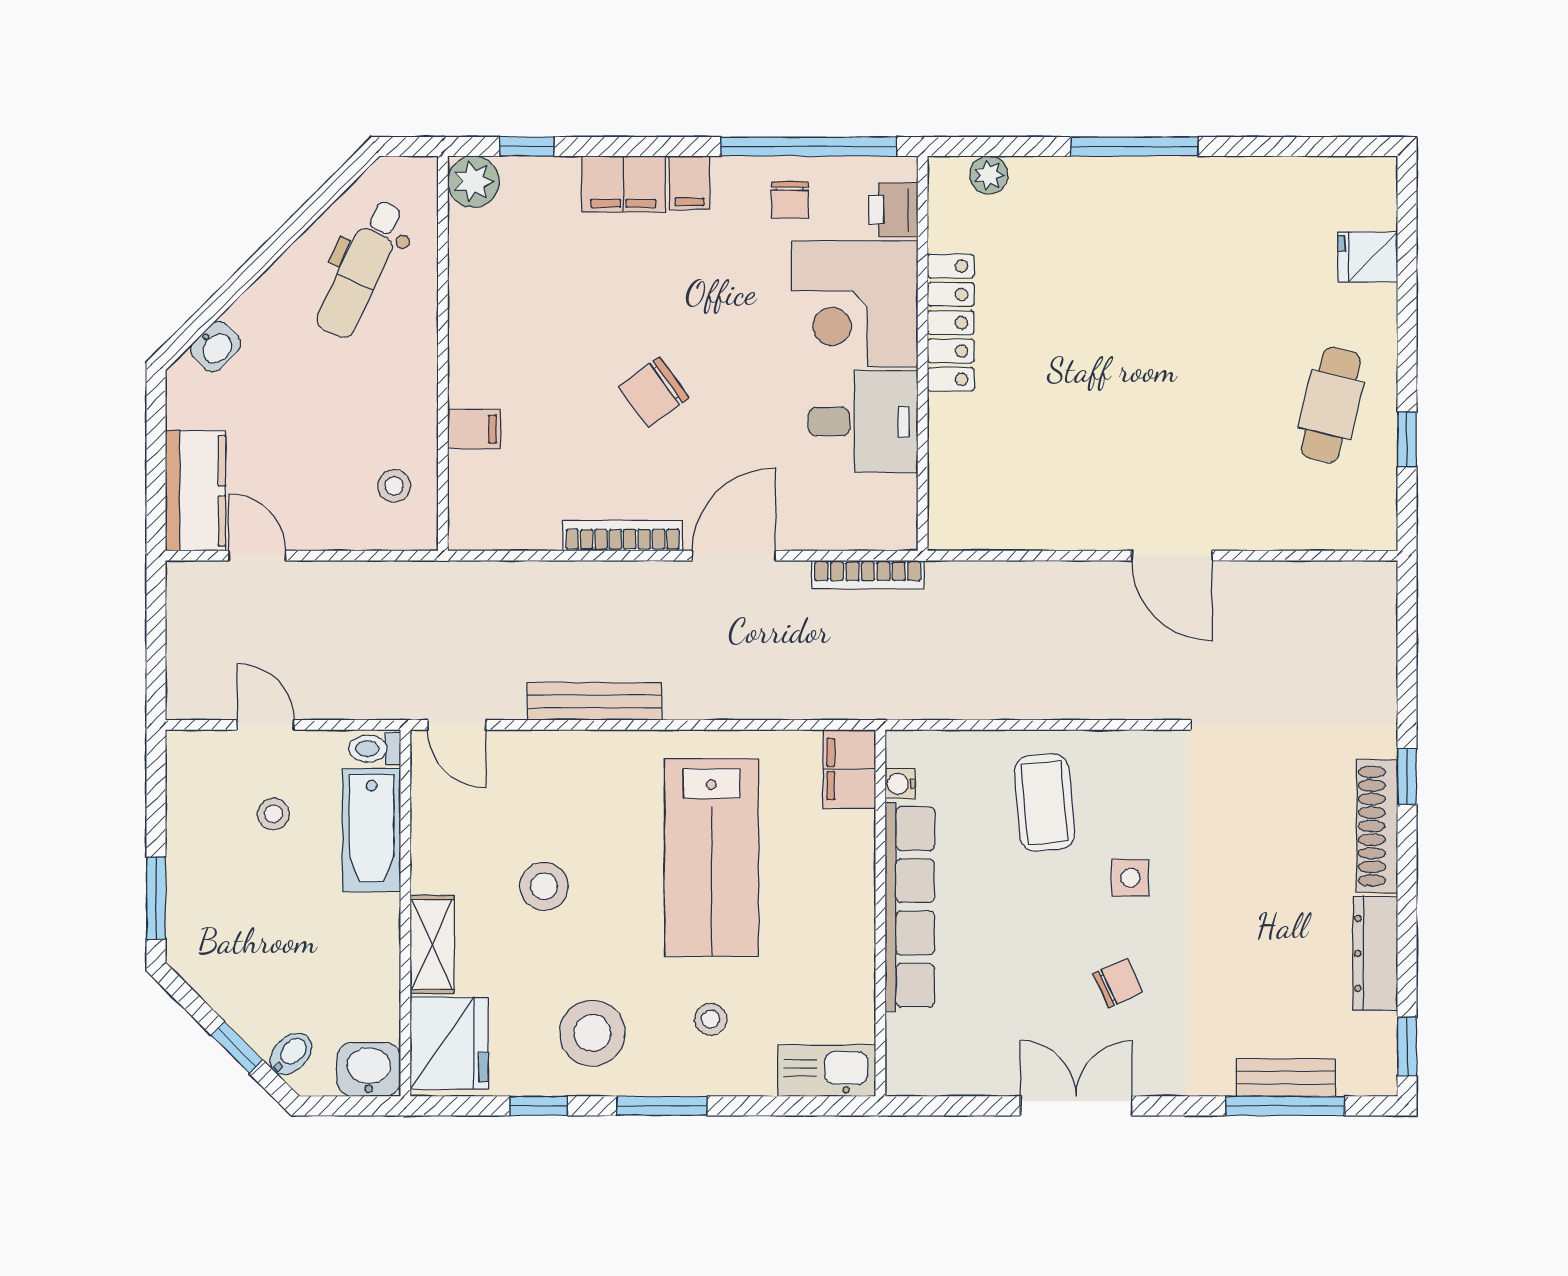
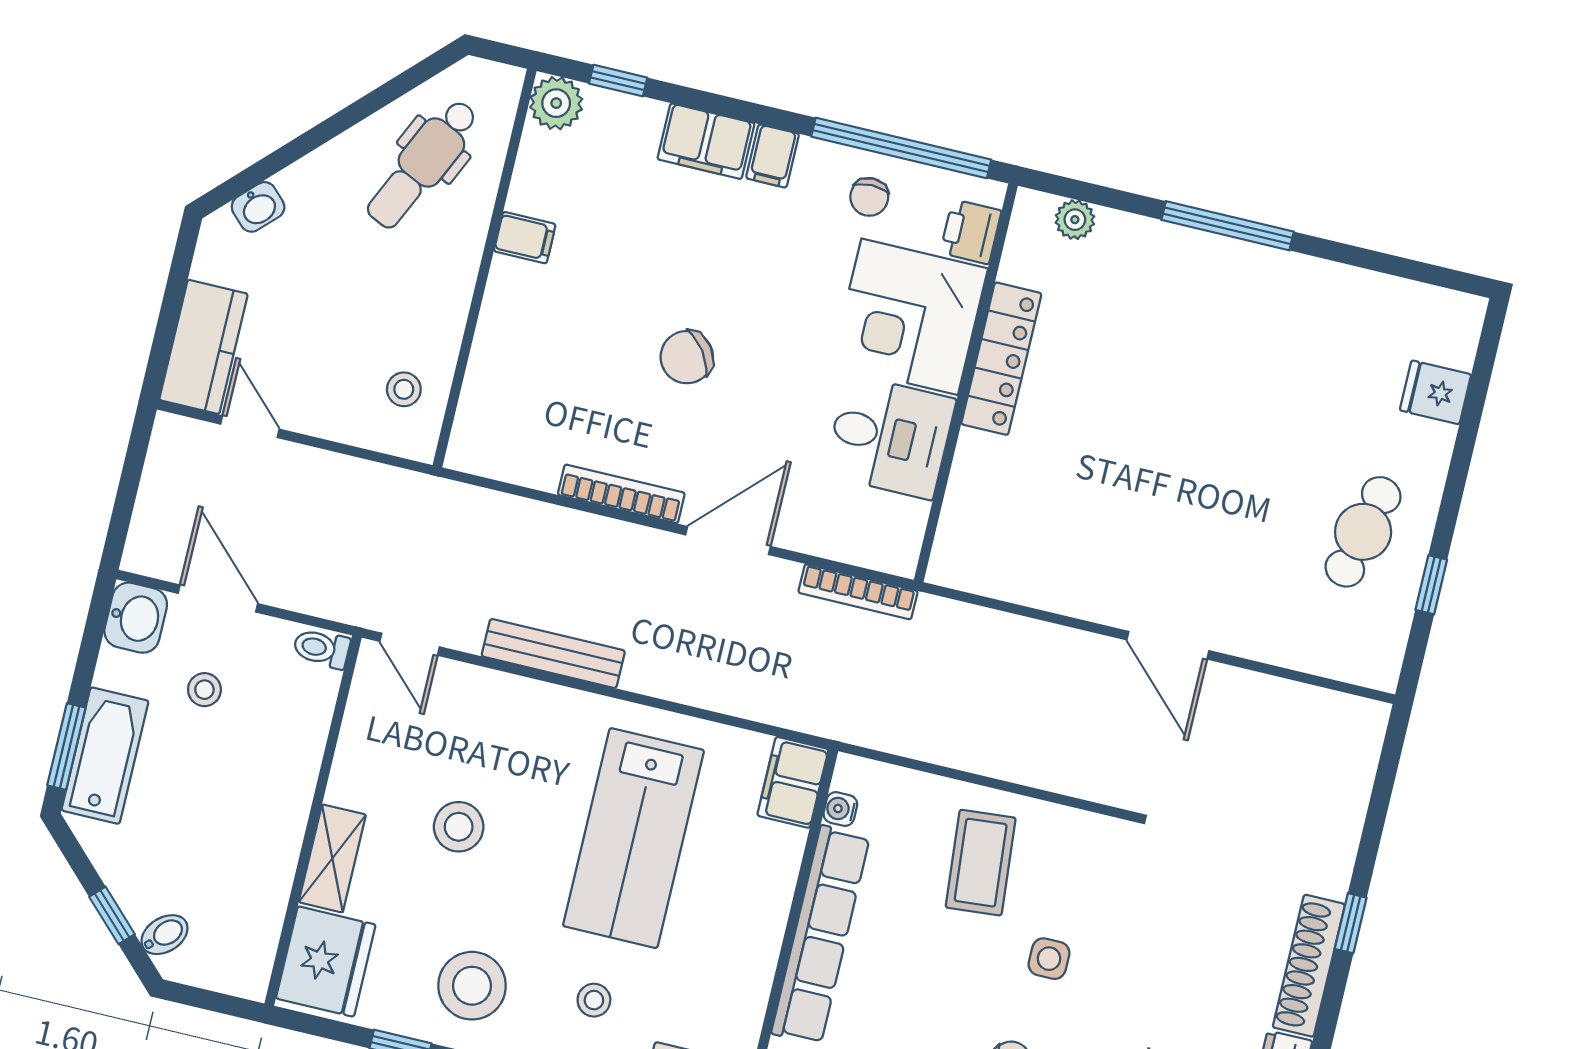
filing cabinet: (474, 429) -> (525, 238), moved
door: (266, 725) -> (218, 599), width x1.38
bathtub: (372, 830) -> (105, 756), moved, turned 180
washbasin: (369, 1069) -> (136, 618), moved, turned 90

